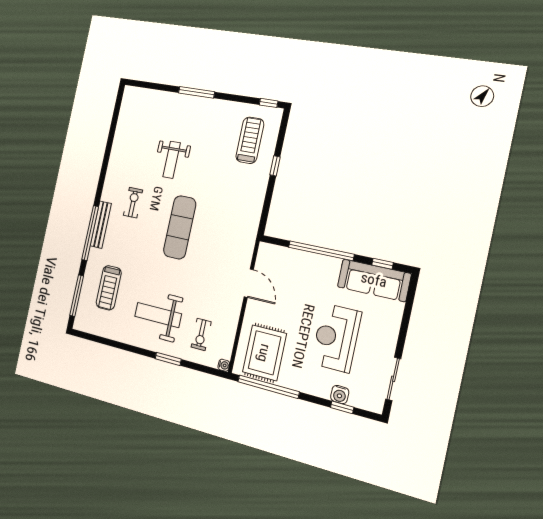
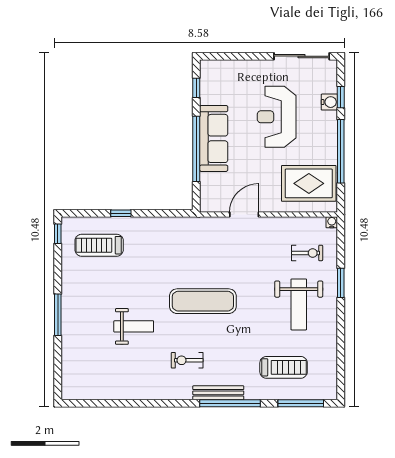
sofa: (374, 280) -> (214, 138), moved
reception desk: (336, 338) -> (277, 117), turned 90
sliding door: (393, 379) -> (302, 56), width x1.37
window: (268, 387) -> (341, 151), moved

